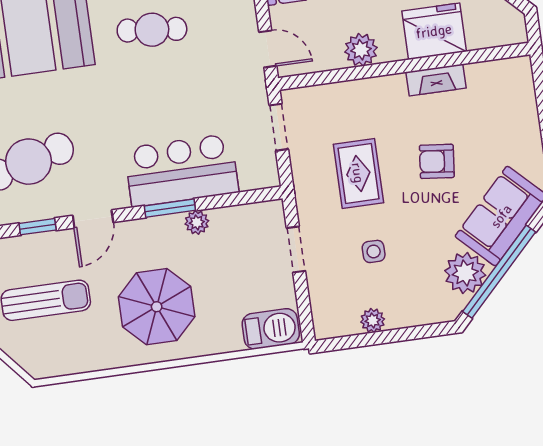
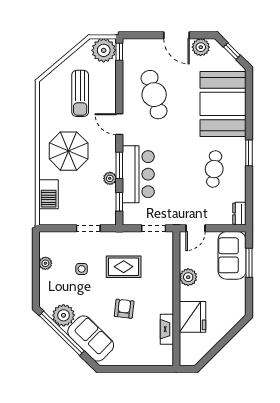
fireplace: (436, 80) -> (167, 329), moved
window: (38, 227) -> (119, 202), moved
barbecue: (271, 329) -> (49, 194), moved

